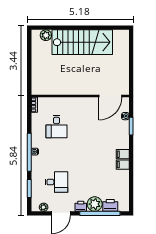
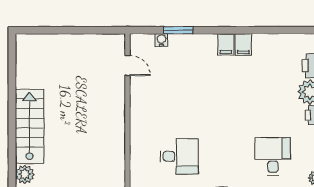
stairs: (82, 42) -> (30, 126), width x0.73, depth x0.66
door: (110, 96) -> (127, 65), width x0.53

